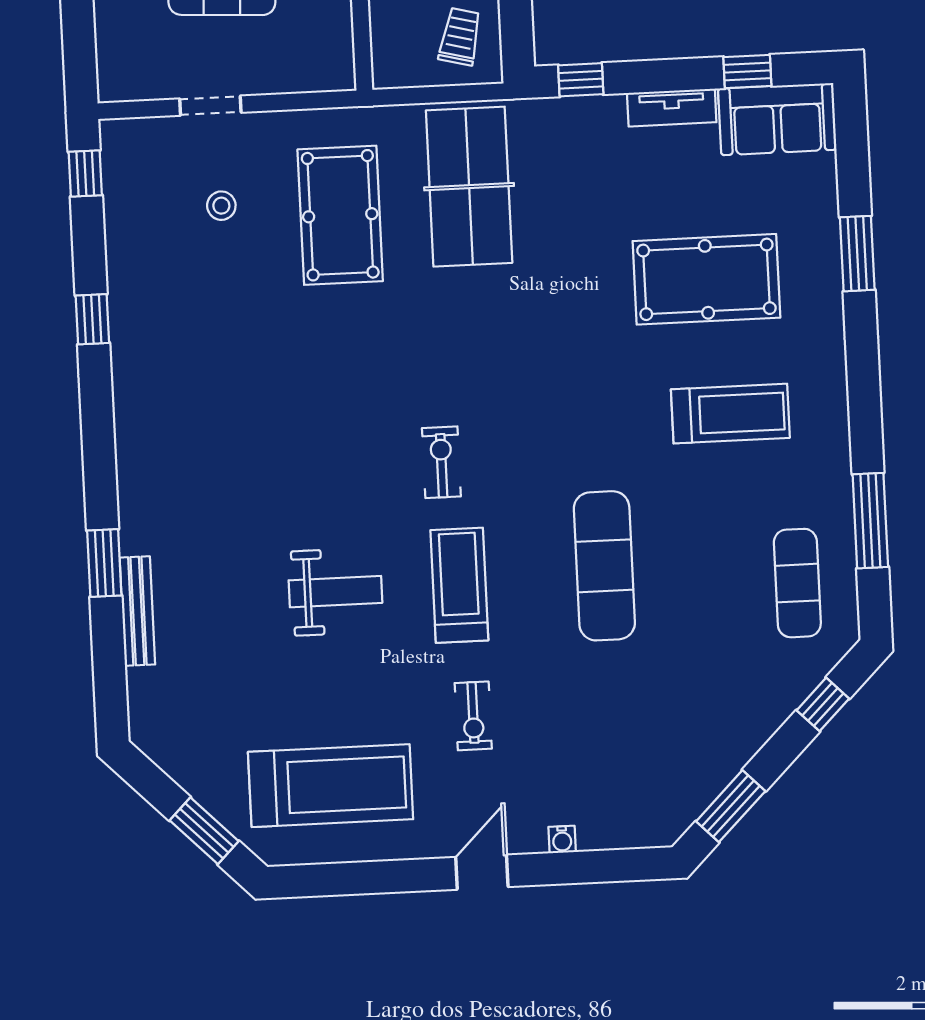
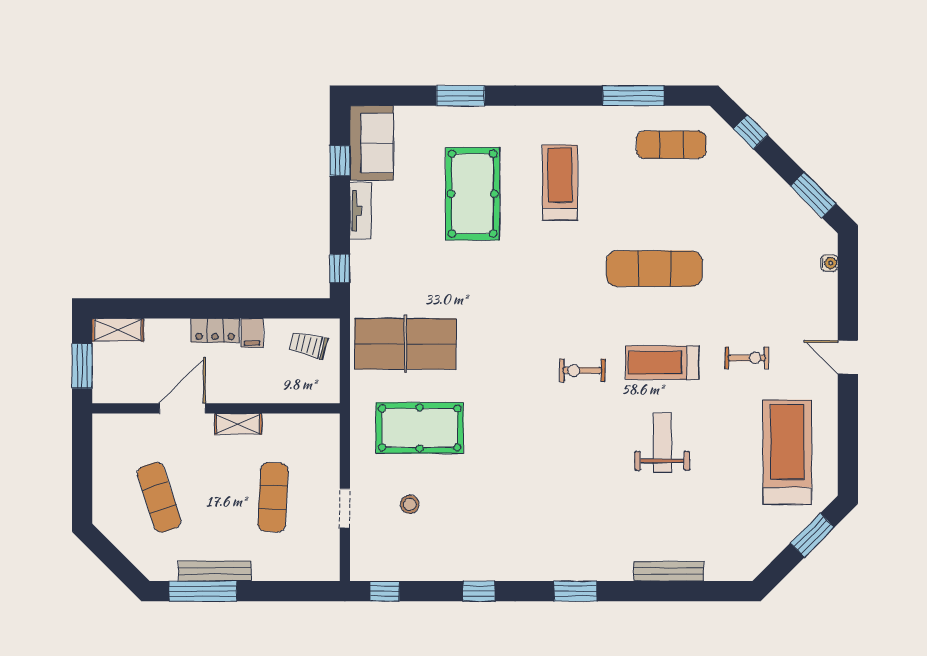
window: (104, 563) -> (576, 591), moved
water cooler: (562, 839) -> (829, 263), moved

